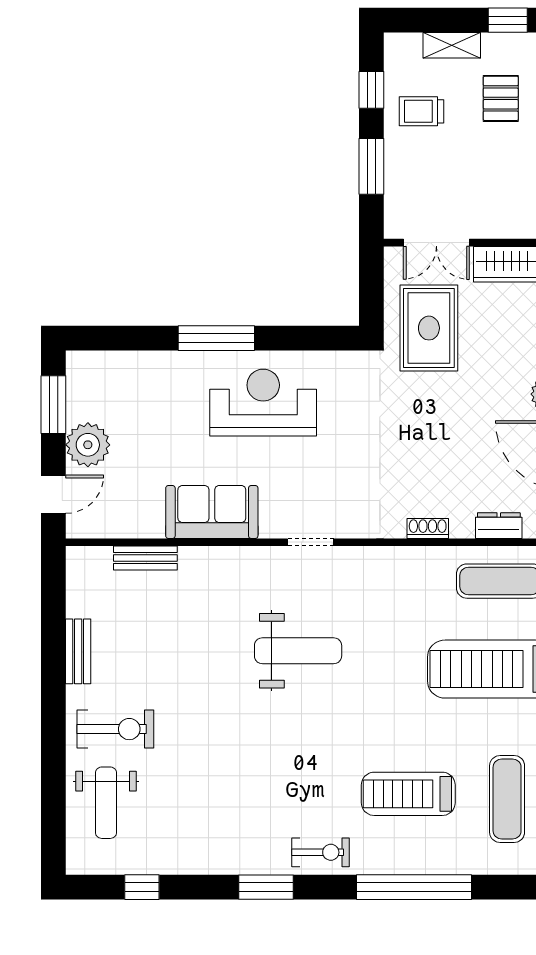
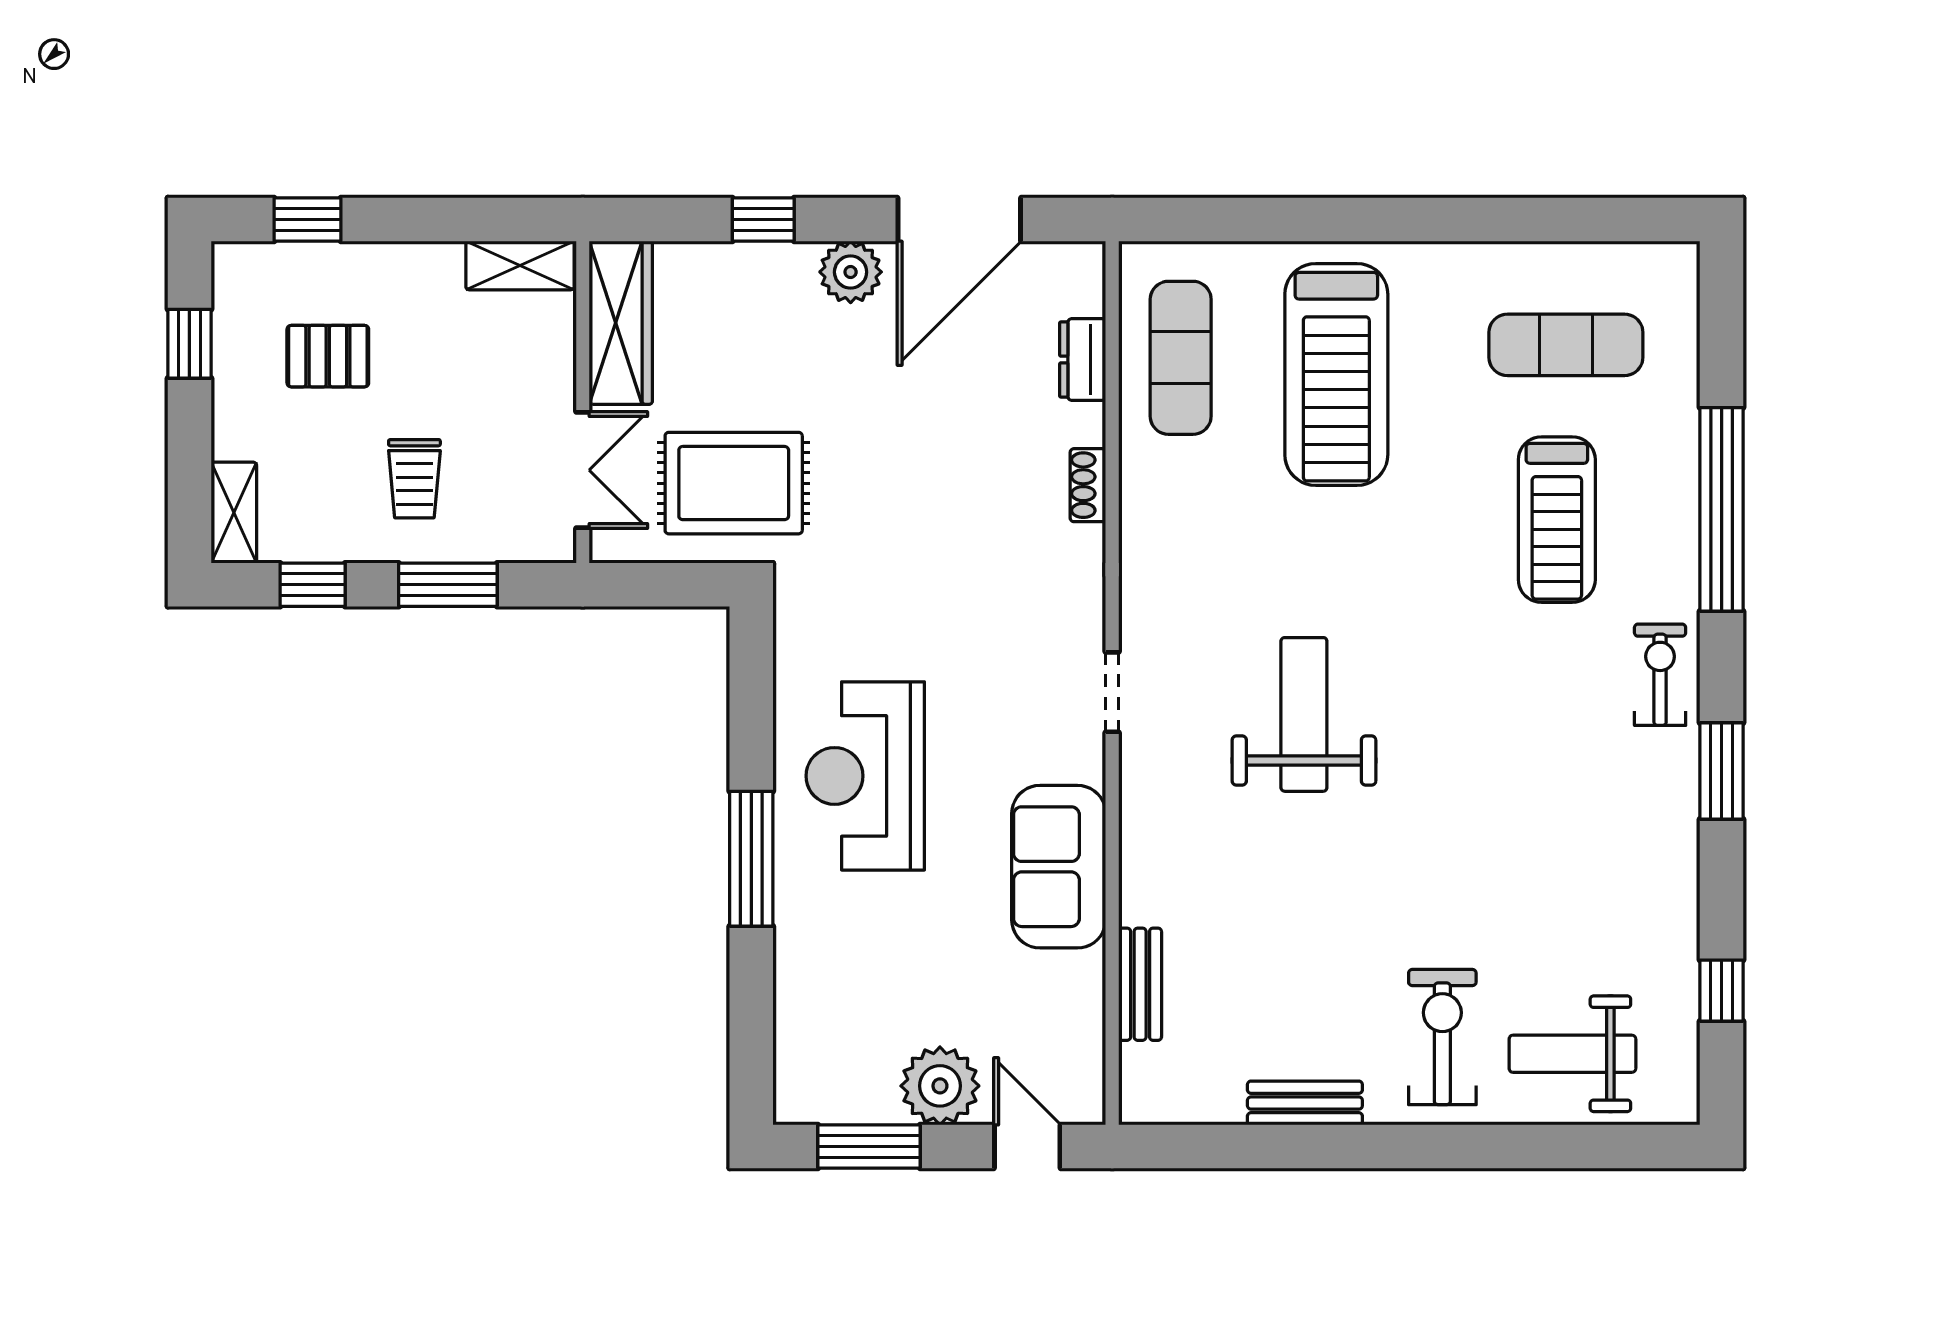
shelving: (452, 45) -> (234, 513), moved
trolley: (421, 111) -> (414, 479), moved
weight bench: (106, 803) -> (1572, 1054), turned 180

